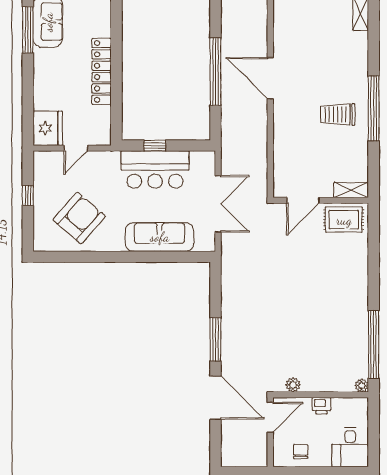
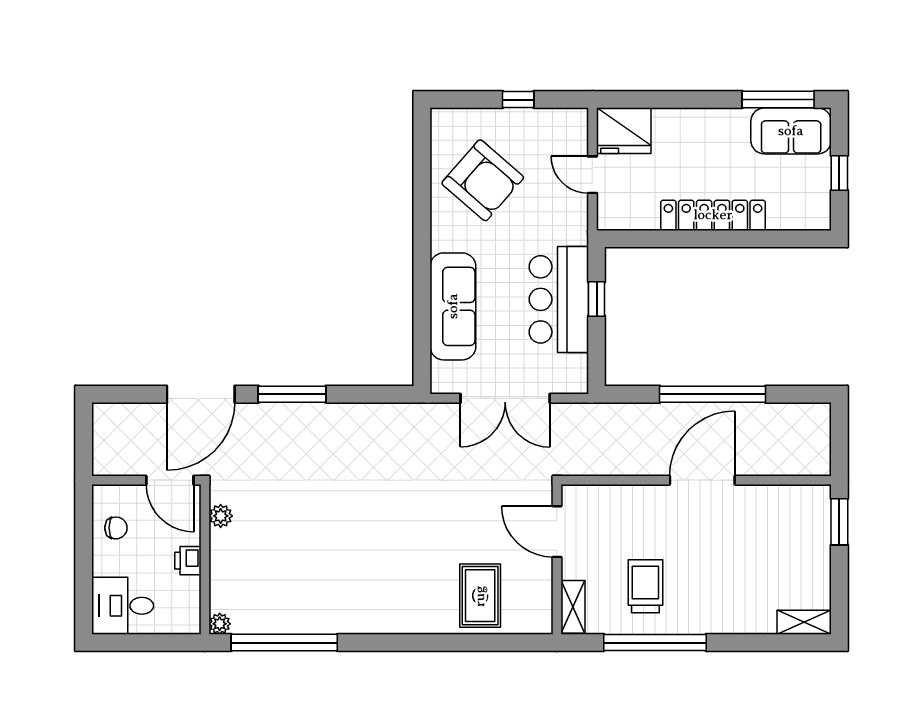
shelving: (351, 190) -> (573, 607), moved
door: (303, 200) -> (557, 532), moved
wall: (321, 200) -> (557, 559), moved

